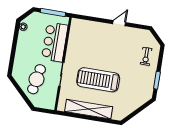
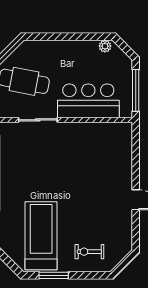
treadmill: (98, 80) -> (41, 236), moved

